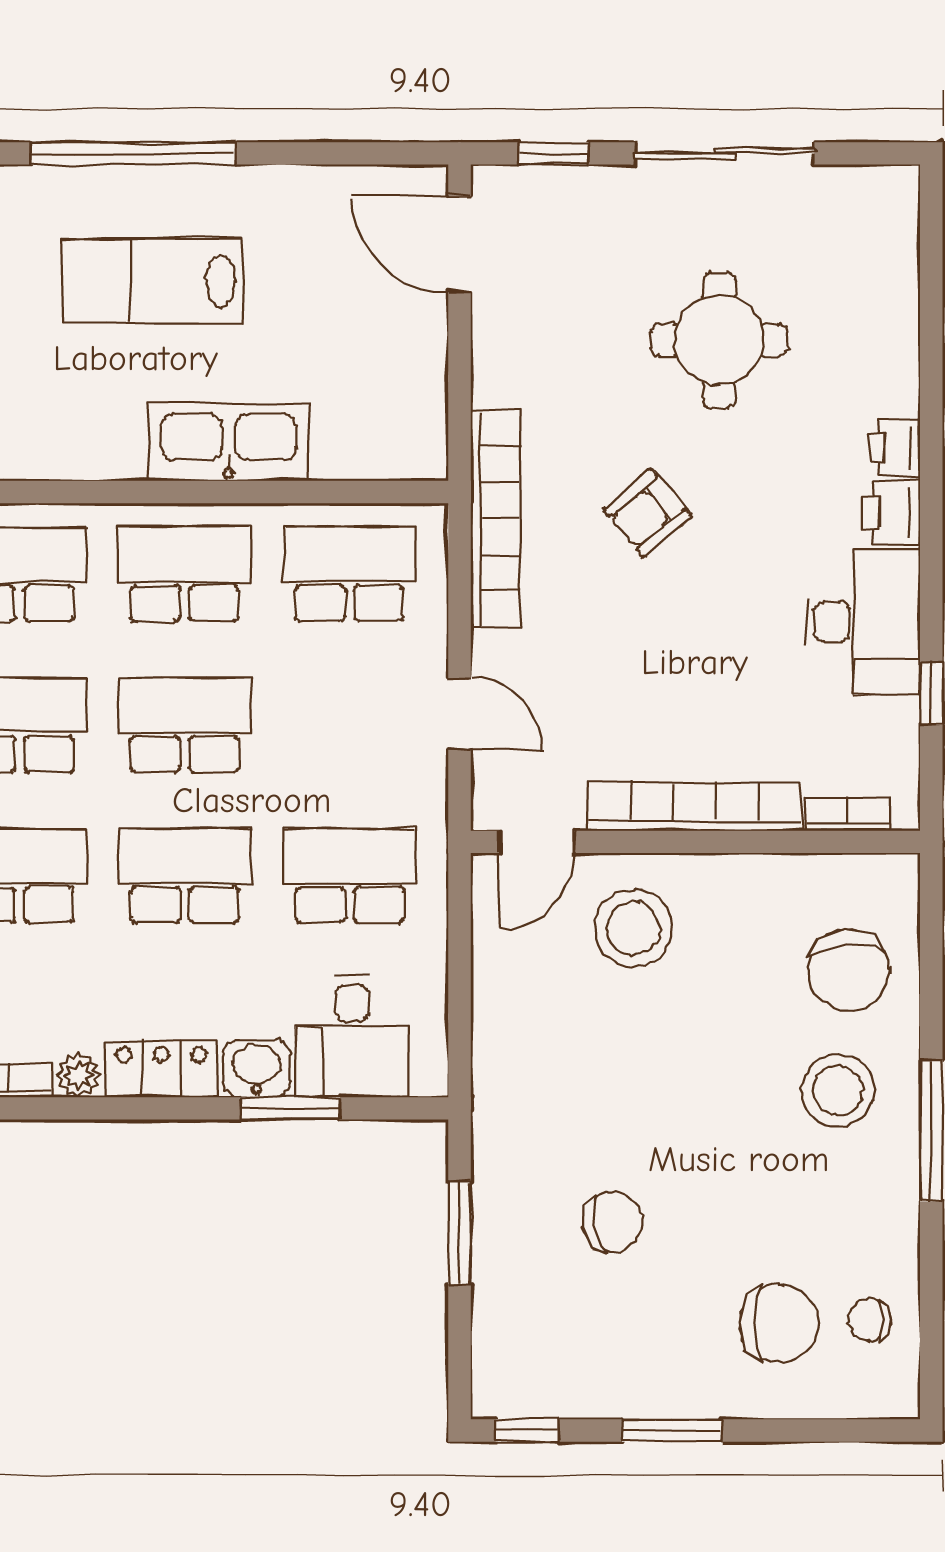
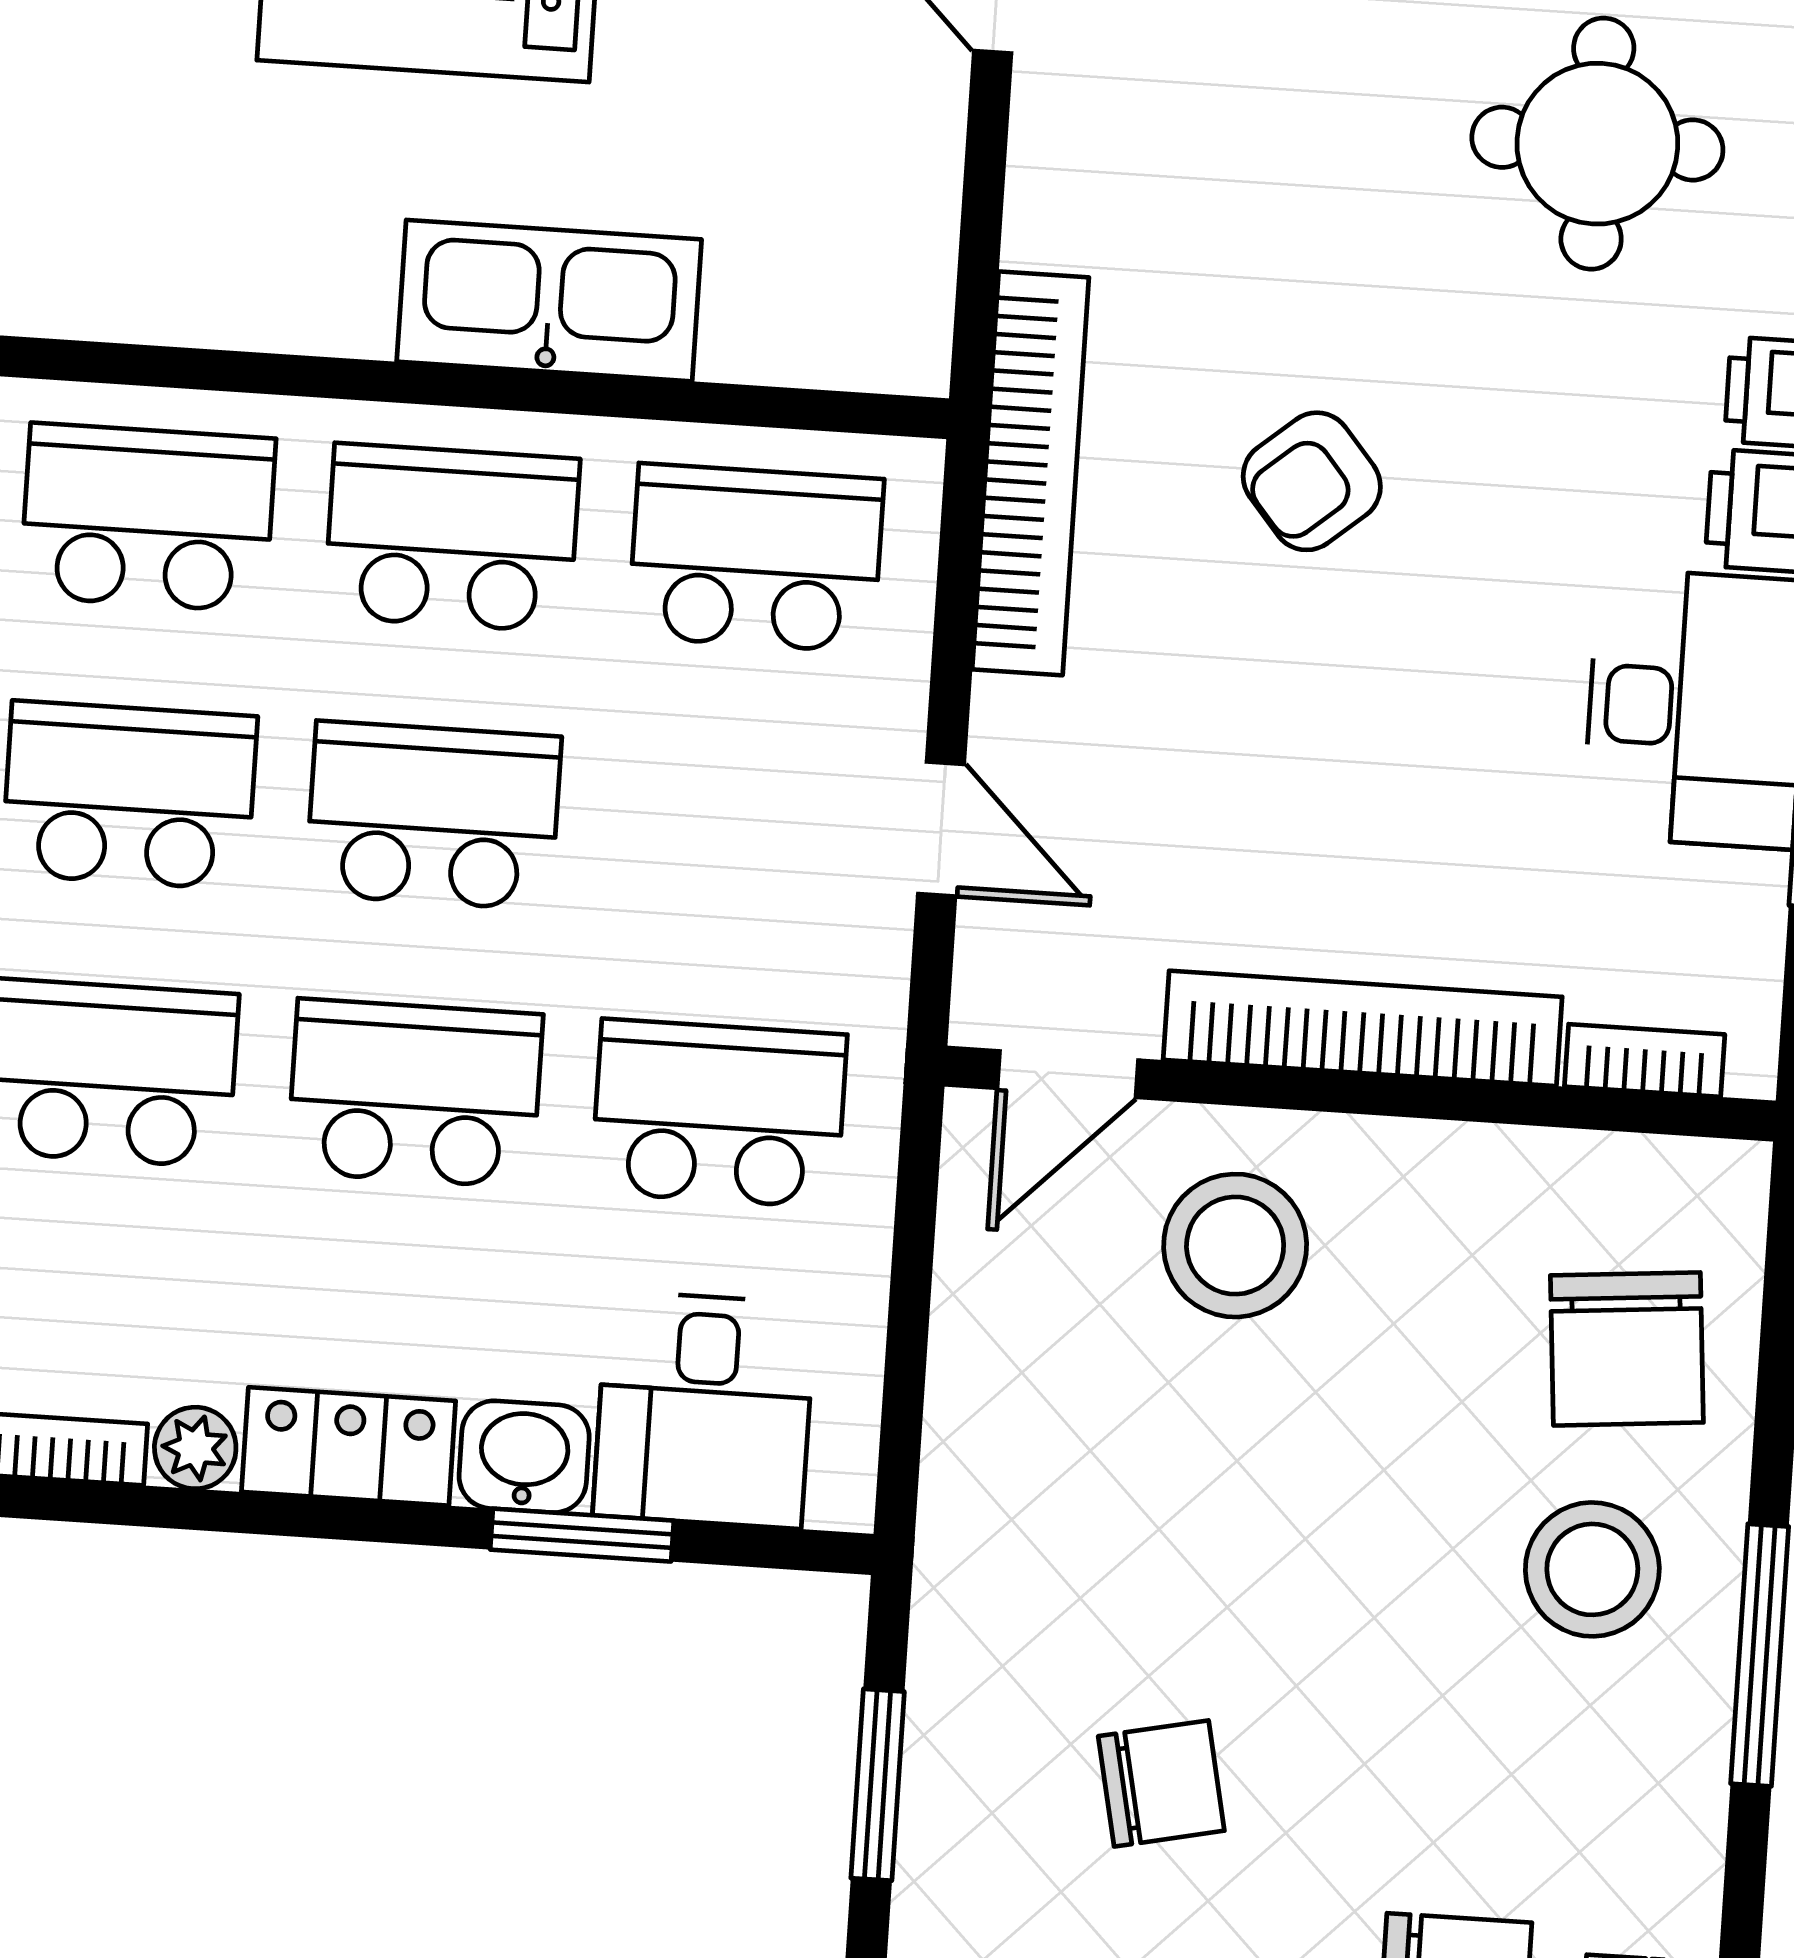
round table: (719, 340) -> (1597, 144), moved

